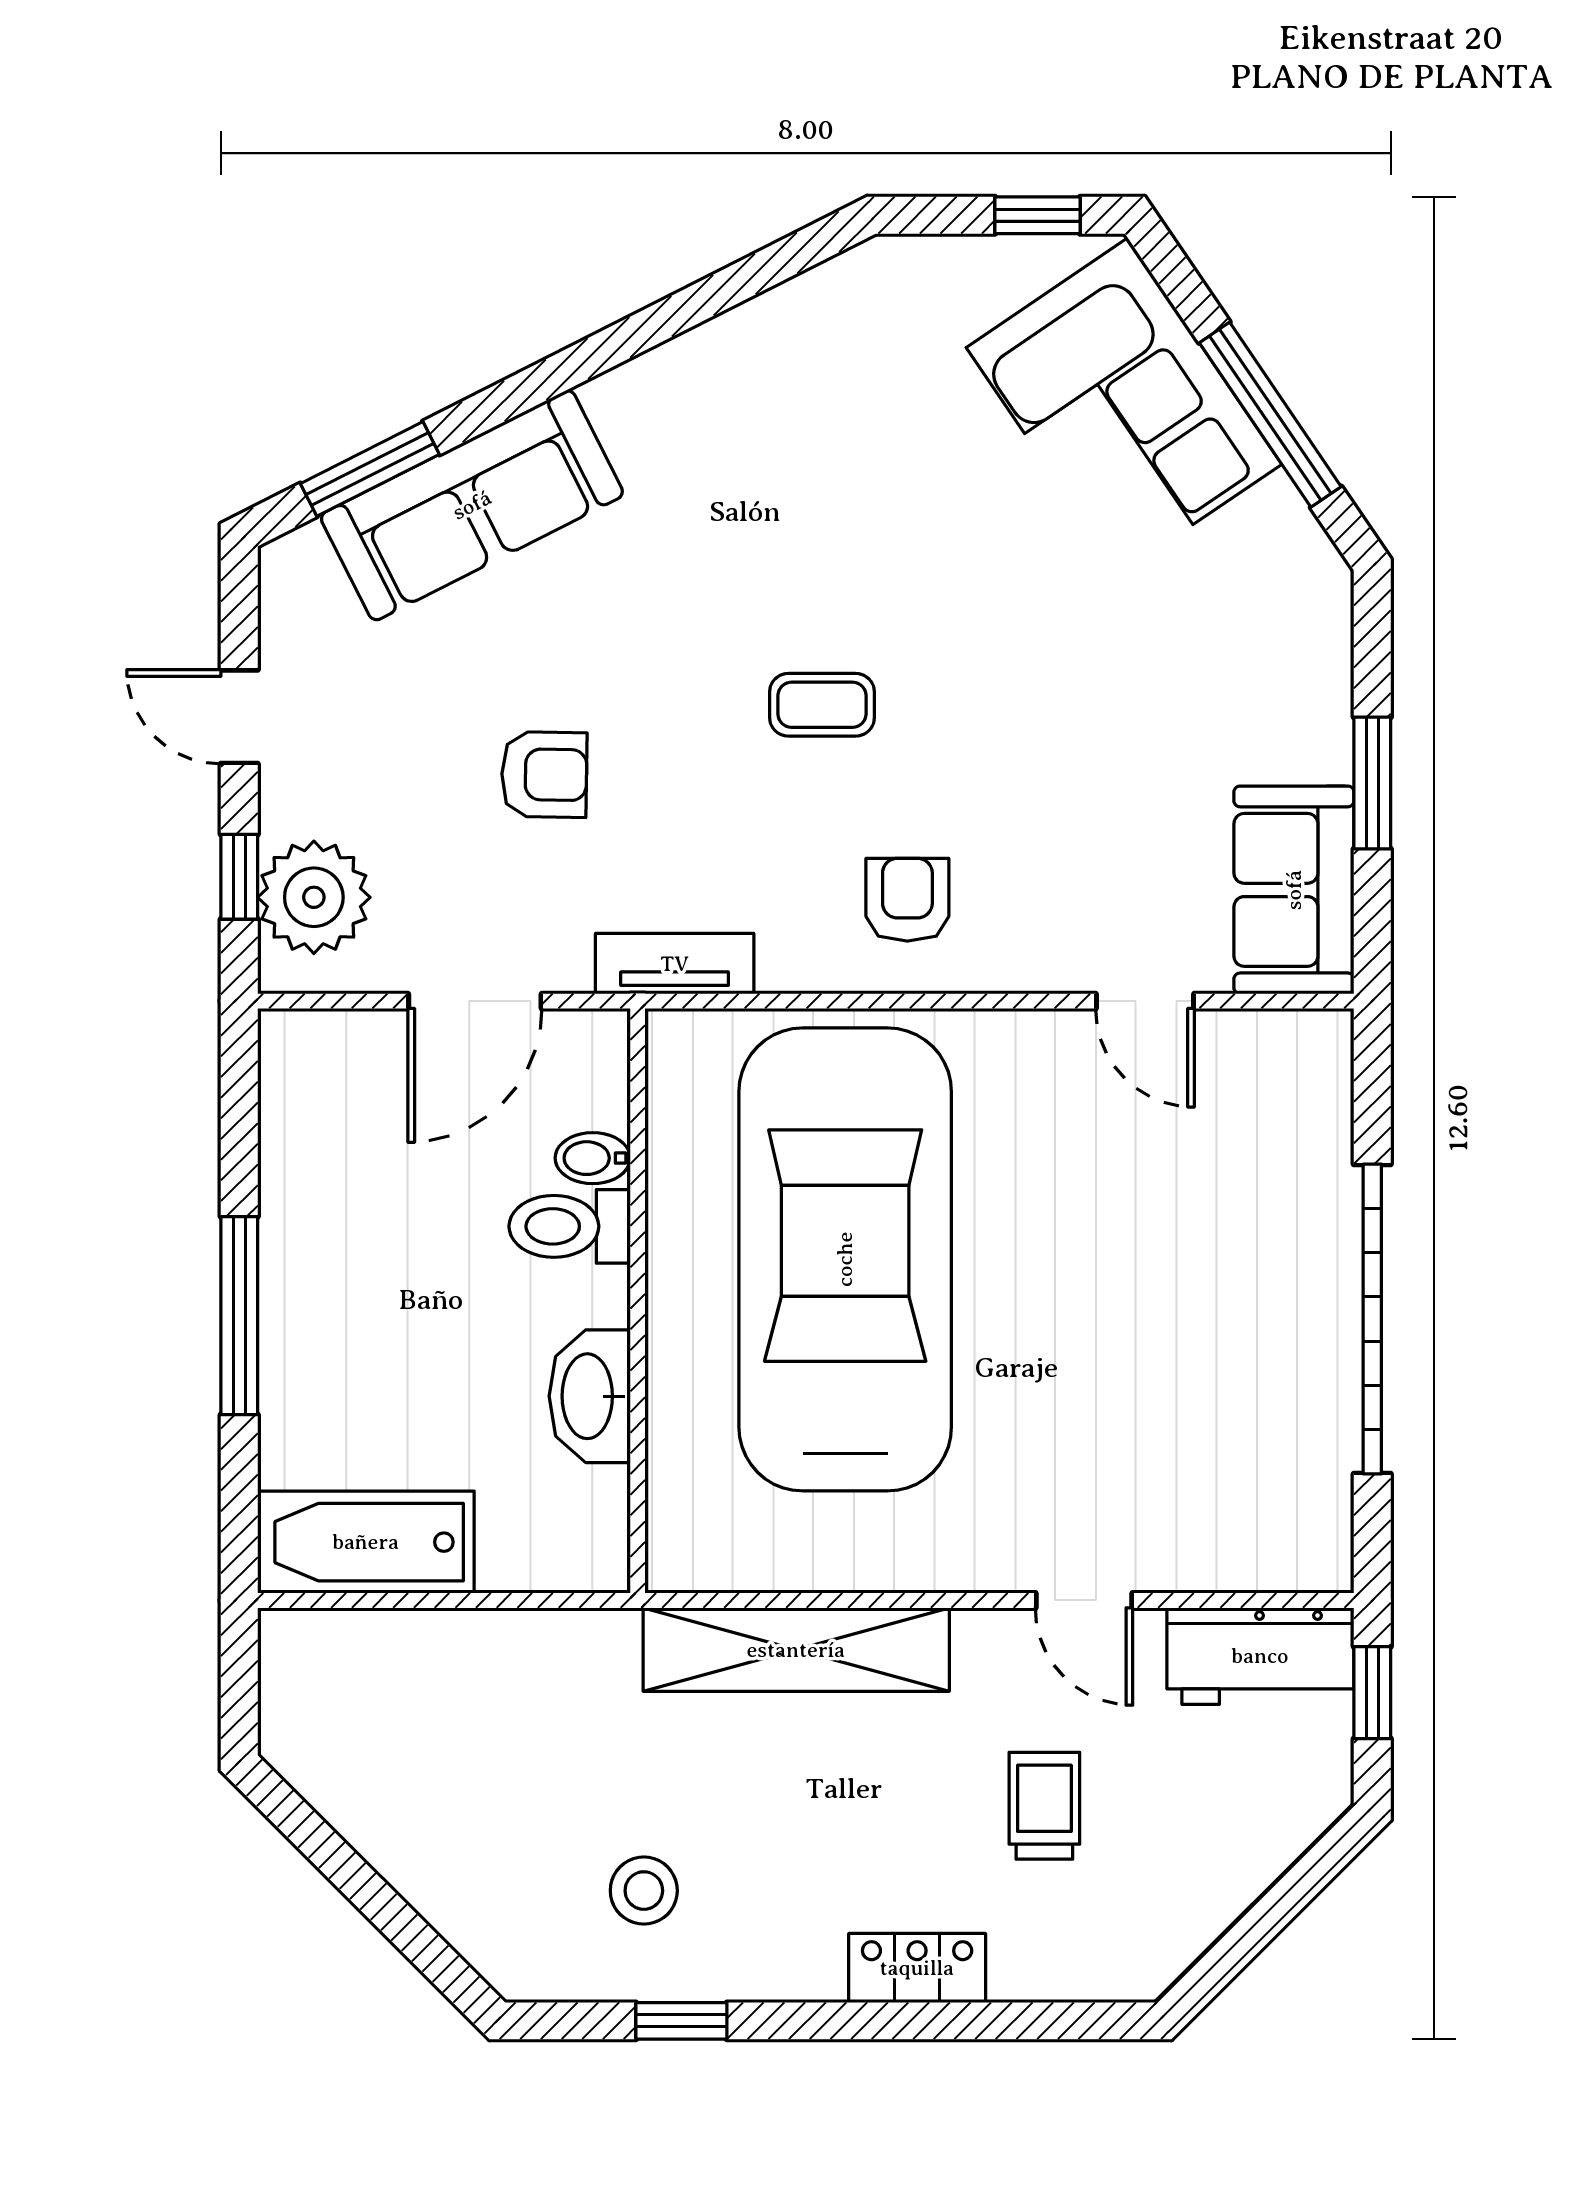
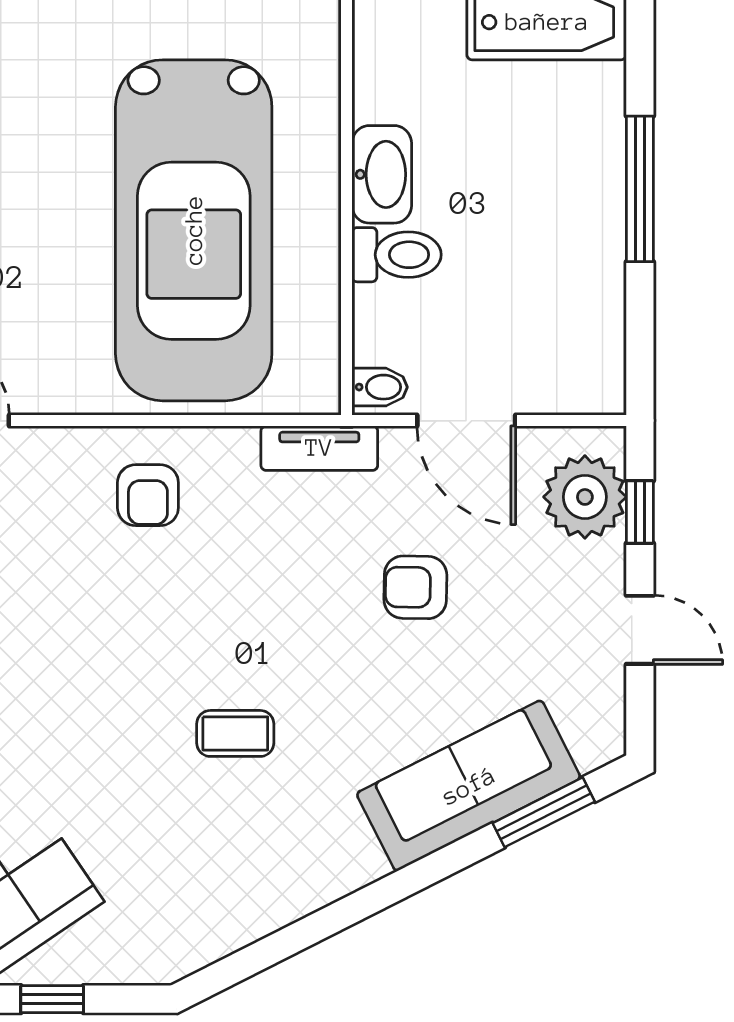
coffee table: (822, 705) -> (235, 733), moved
door: (475, 1001) -> (466, 421), swing flipped
bidet: (593, 1158) -> (380, 387), moved
washbasin: (590, 1396) -> (382, 174), moved

